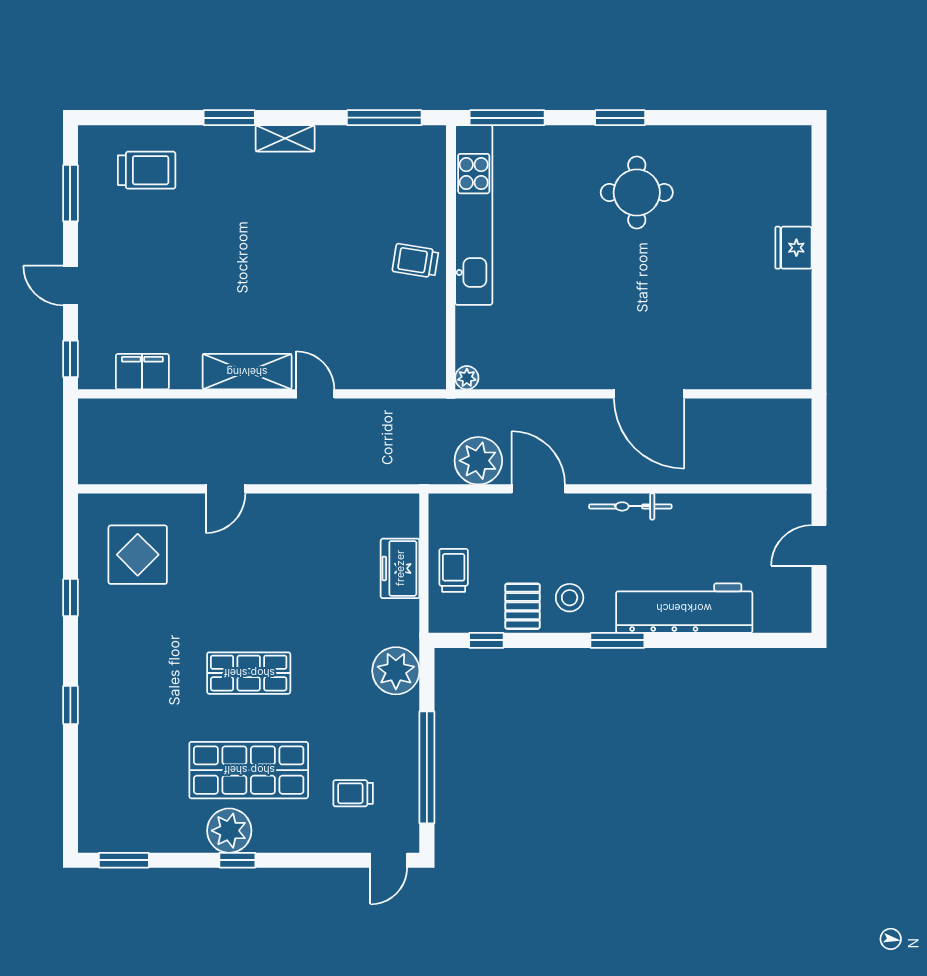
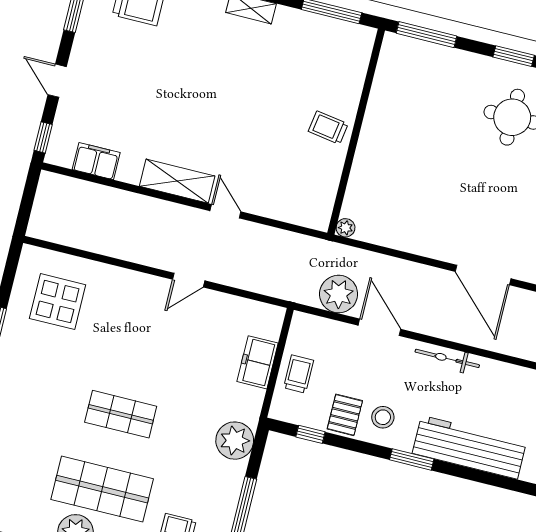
kitchen unit: (474, 215) -> (382, 103), removed
door: (225, 489) -> (189, 280), moved

